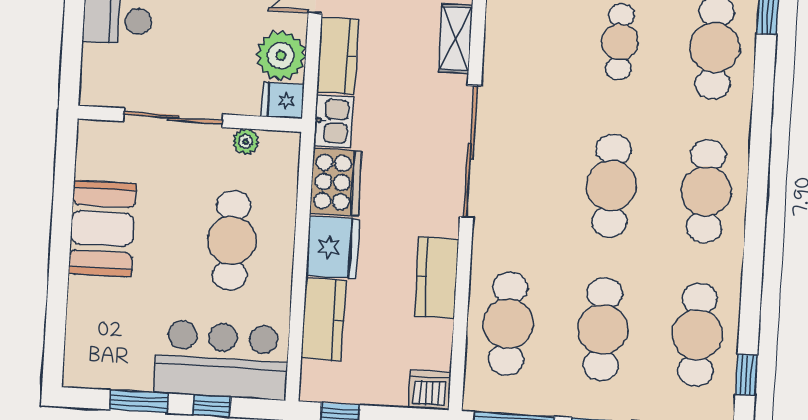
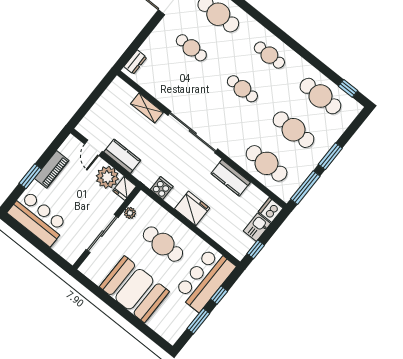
kitchen sink: (334, 121) -> (257, 227), moved, turned -90
cooker: (336, 182) -> (162, 188), width x0.53, depth x0.76
cafe table: (611, 186) -> (242, 89), width x0.73, depth x0.74
cafe table: (706, 191) -> (269, 55), width x0.73, depth x0.74
booth: (102, 229) -> (134, 289), width x1.36, depth x1.42
kitchen counter: (323, 320) -> (216, 231), removed

